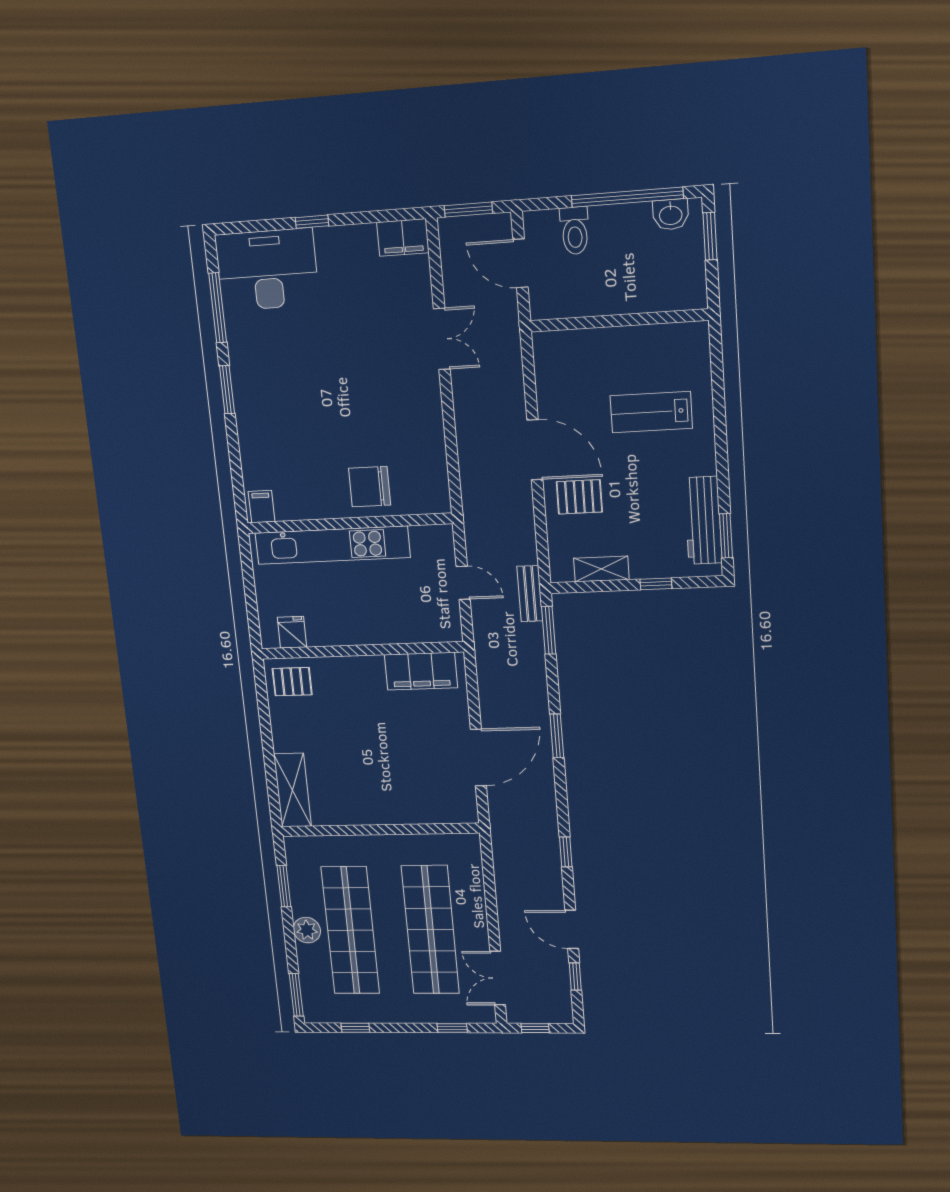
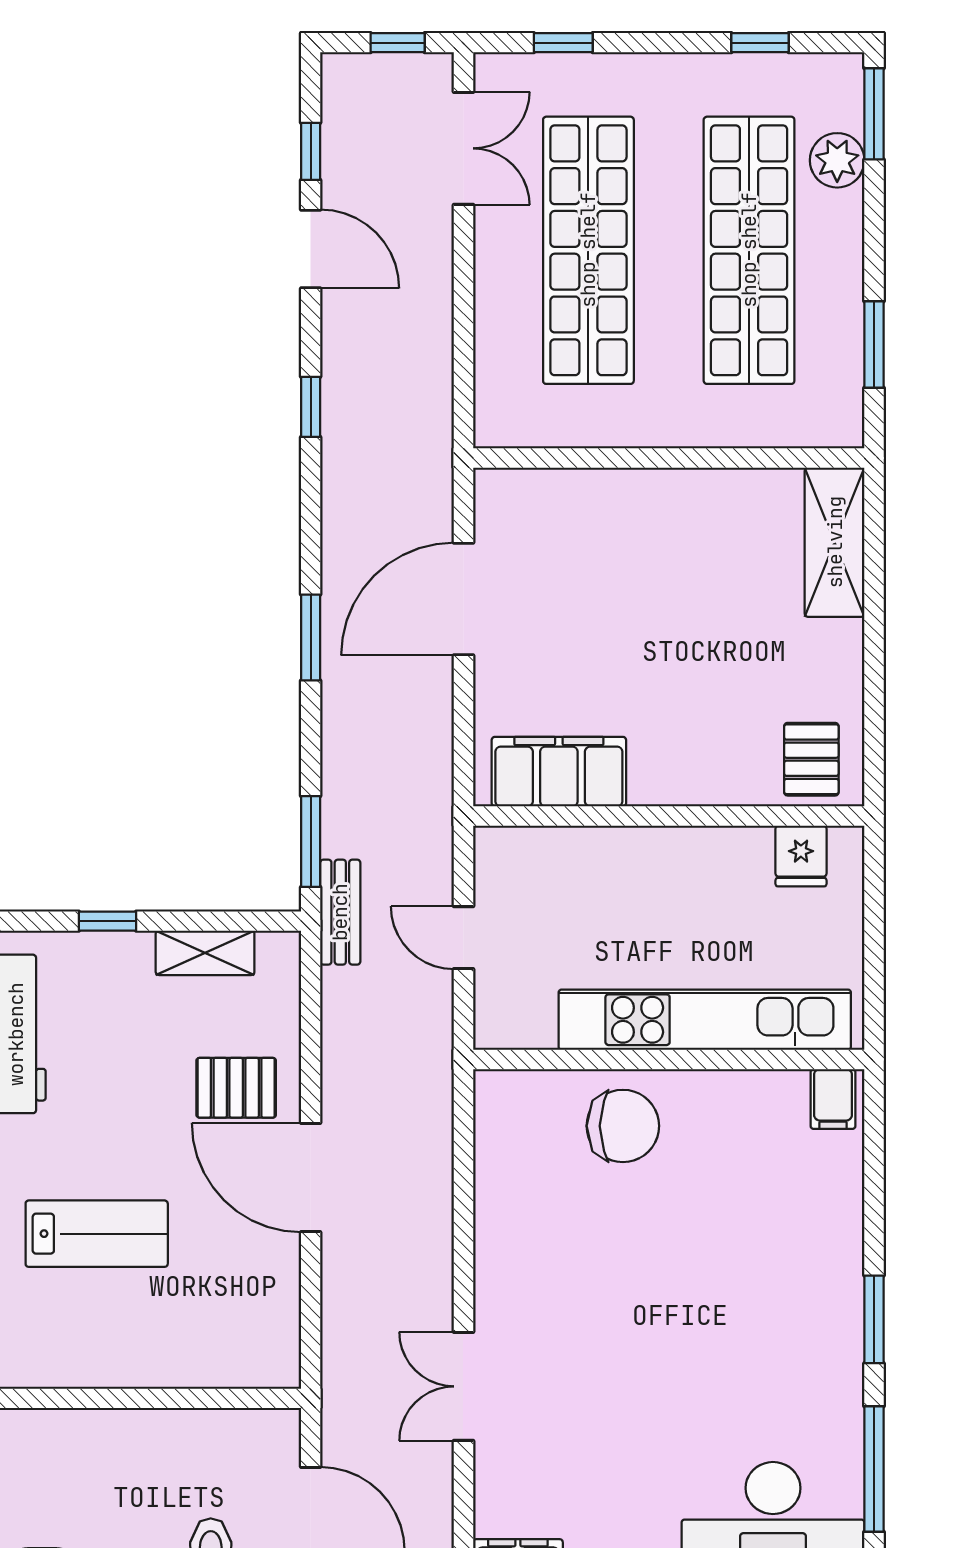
pallet: (292, 682) -> (811, 759), turned 90
plant: (307, 930) -> (837, 160), moved

